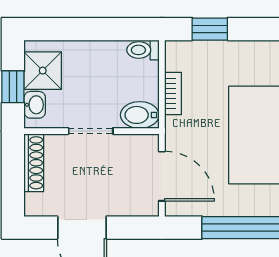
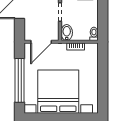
window: (210, 29) -> (103, 62), removed

